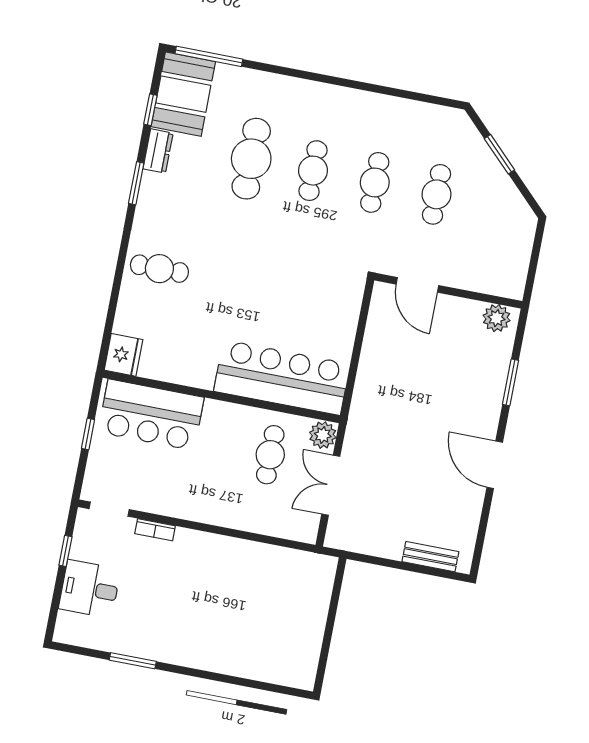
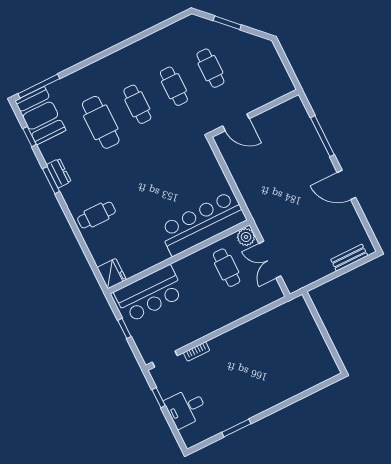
dresser: (158, 151) -> (59, 173), moved
plant: (497, 318) -> (290, 108), removed
window: (511, 382) -> (322, 136), width x1.44

